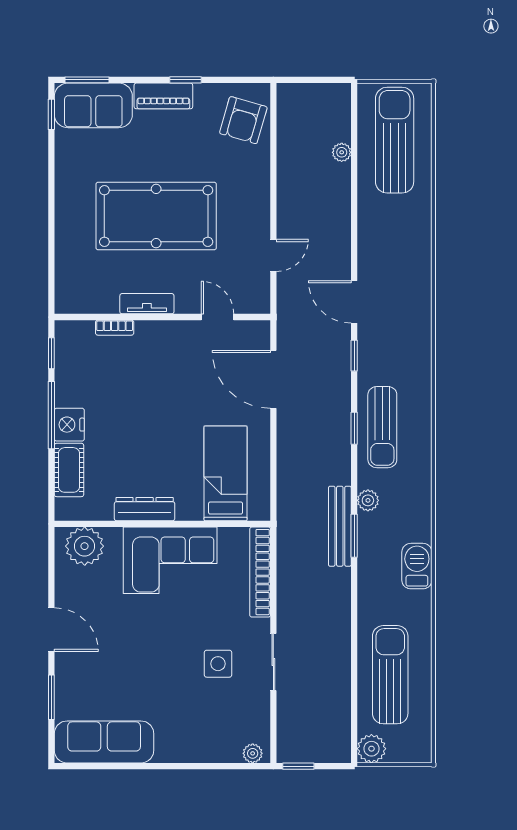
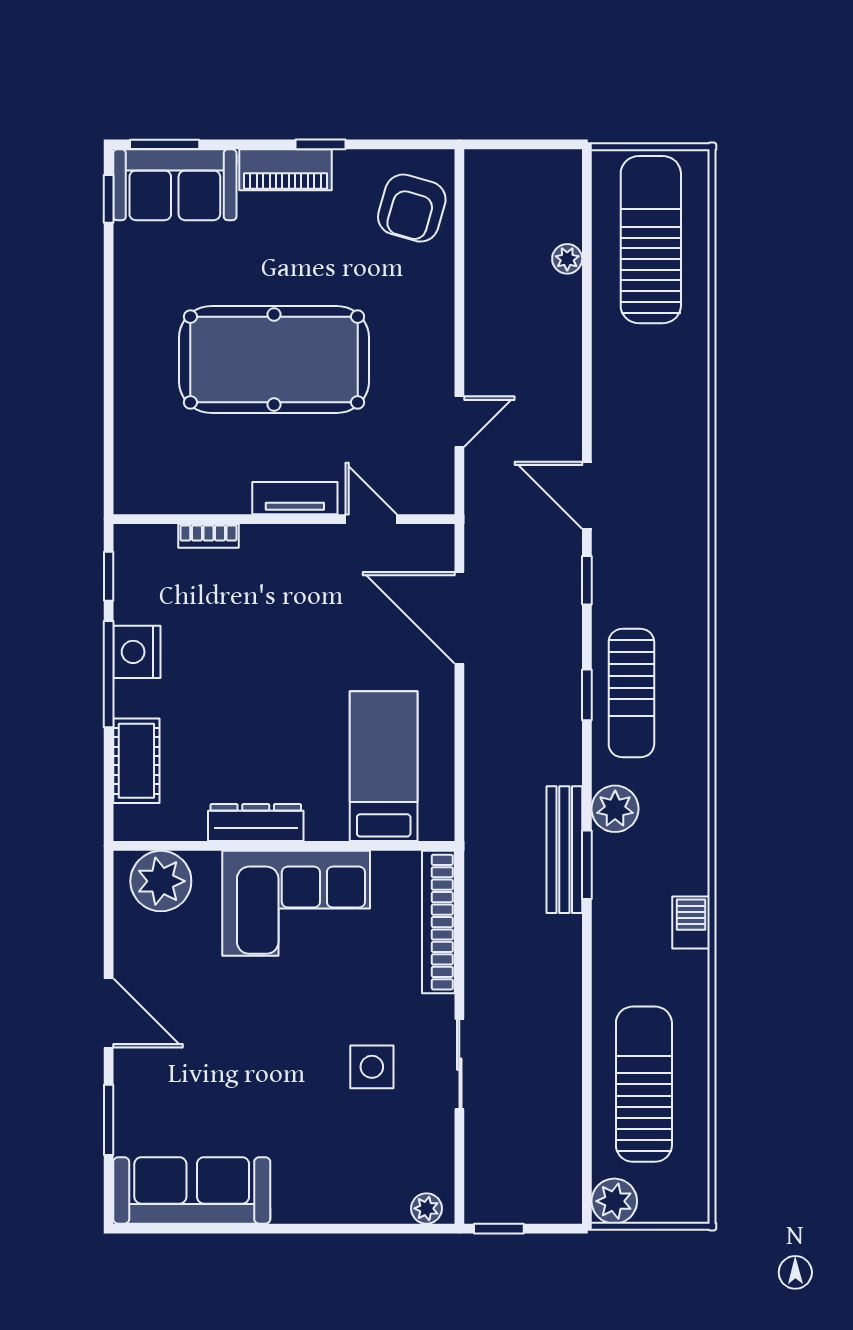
tv unit: (147, 304) -> (295, 498), moved
nightstand: (69, 425) -> (137, 652), moved
plant: (368, 500) -> (615, 809), width x1.38, depth x1.38
barbecue: (417, 566) -> (691, 923), width x0.73, depth x0.79

